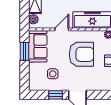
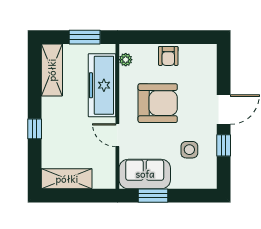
boiler: (33, 19) -> (101, 181), removed
armchair: (81, 54) -> (158, 103), turned 90

